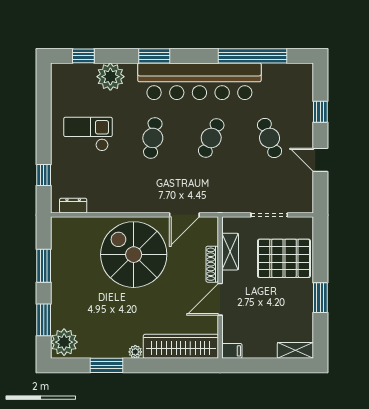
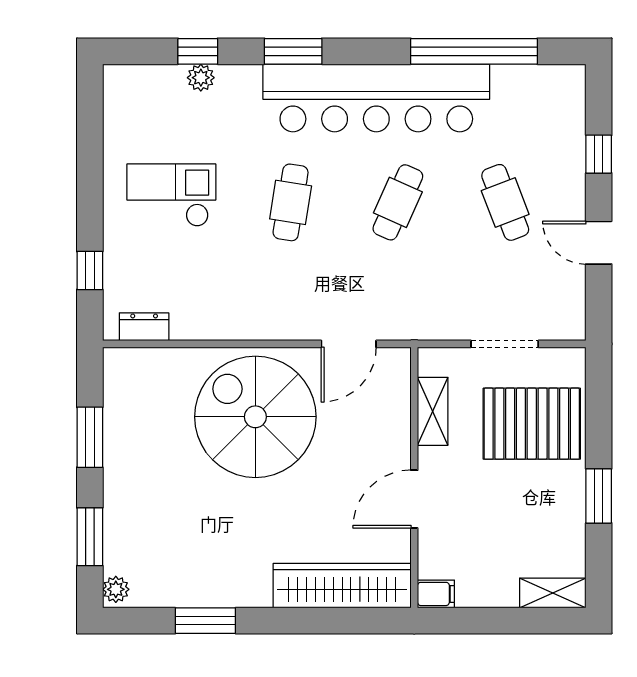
window: (83, 56) -> (198, 51), moved
plant: (110, 77) -> (201, 78), width x0.53, depth x0.53
shoe rack: (212, 264) -> (400, 434), removed
plant: (64, 342) -> (116, 589), width x0.53, depth x0.53
plant: (135, 352) -> (258, 596), removed

